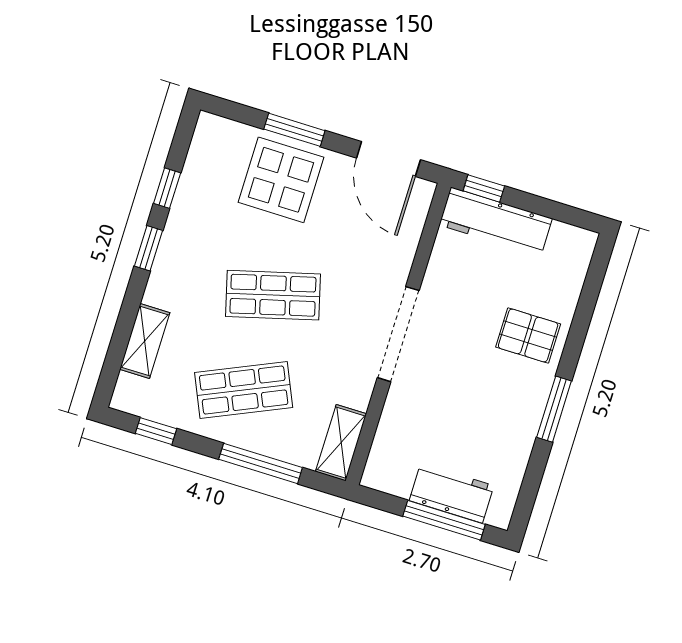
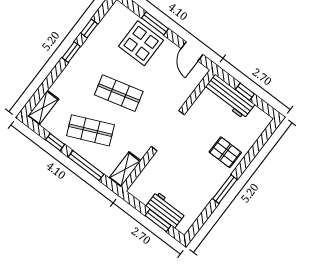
door: (388, 159) -> (192, 51), width x0.73
window: (484, 188) -> (245, 92), moved
shelving: (145, 341) -> (43, 108), moved
window: (156, 431) -> (55, 142), moved
window: (444, 520) -> (158, 220), width x0.69

